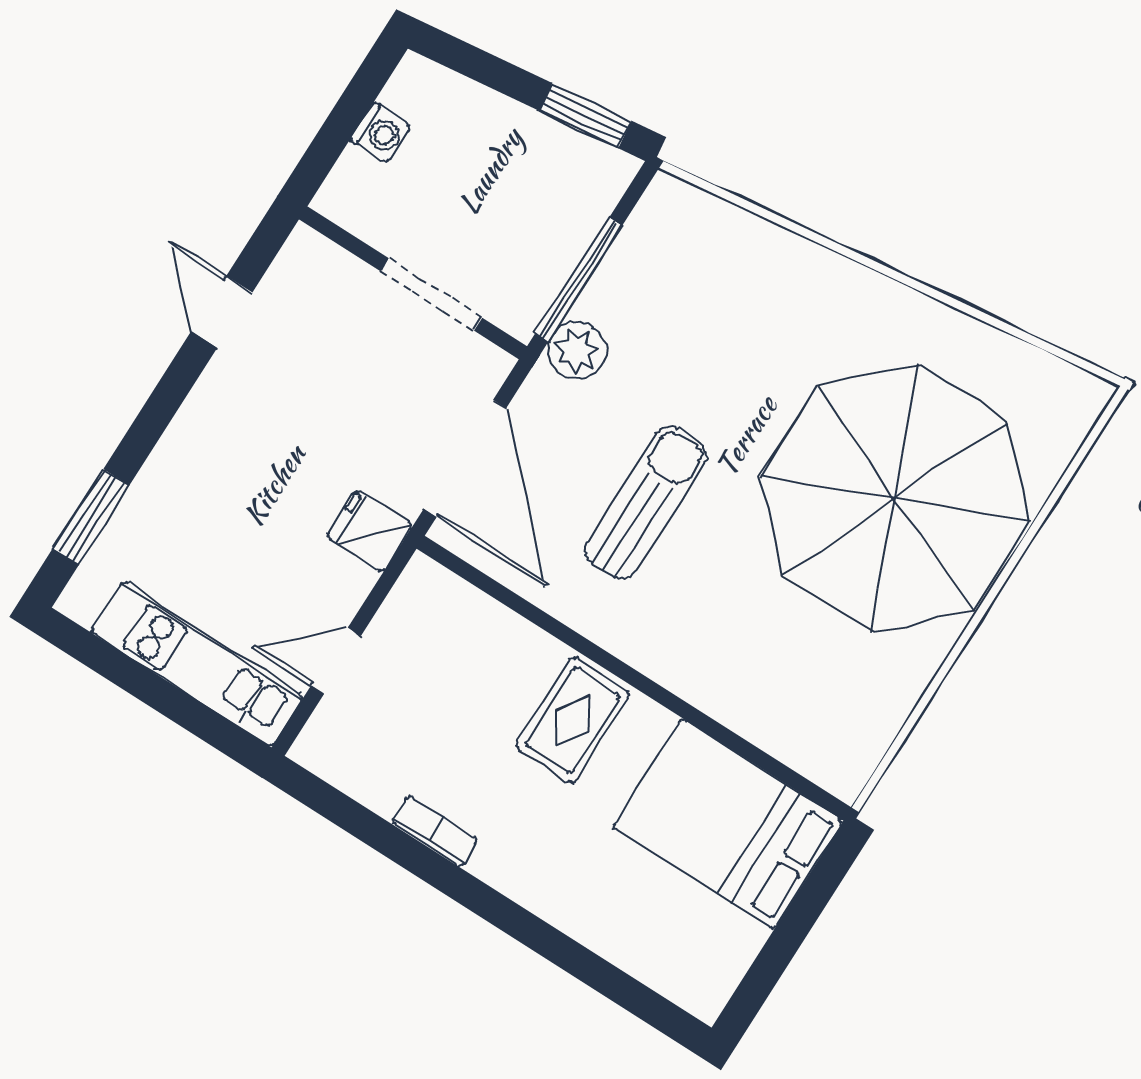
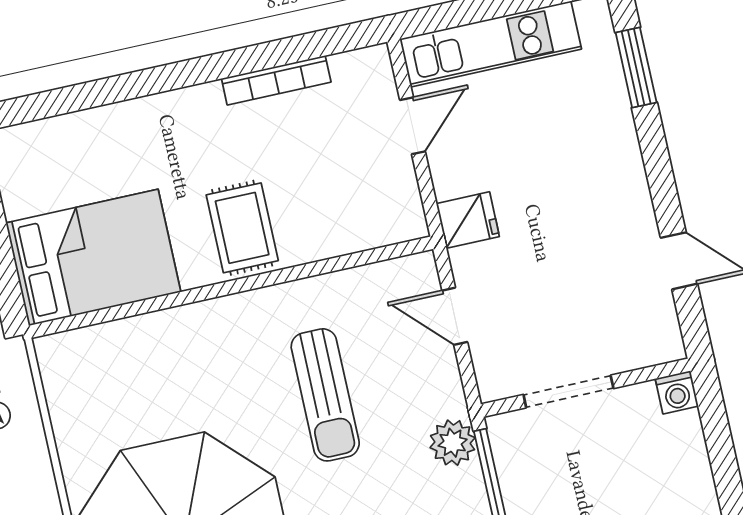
washing machine: (380, 133) -> (677, 392), moved, turned -90
door: (465, 459) -> (455, 316), width x0.53
bookcase: (435, 832) -> (276, 80), width x1.56

